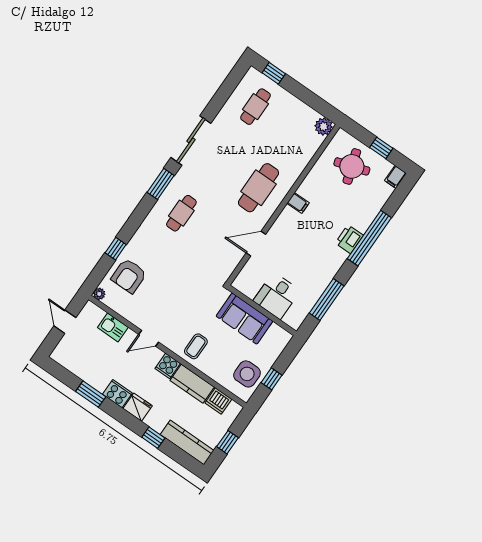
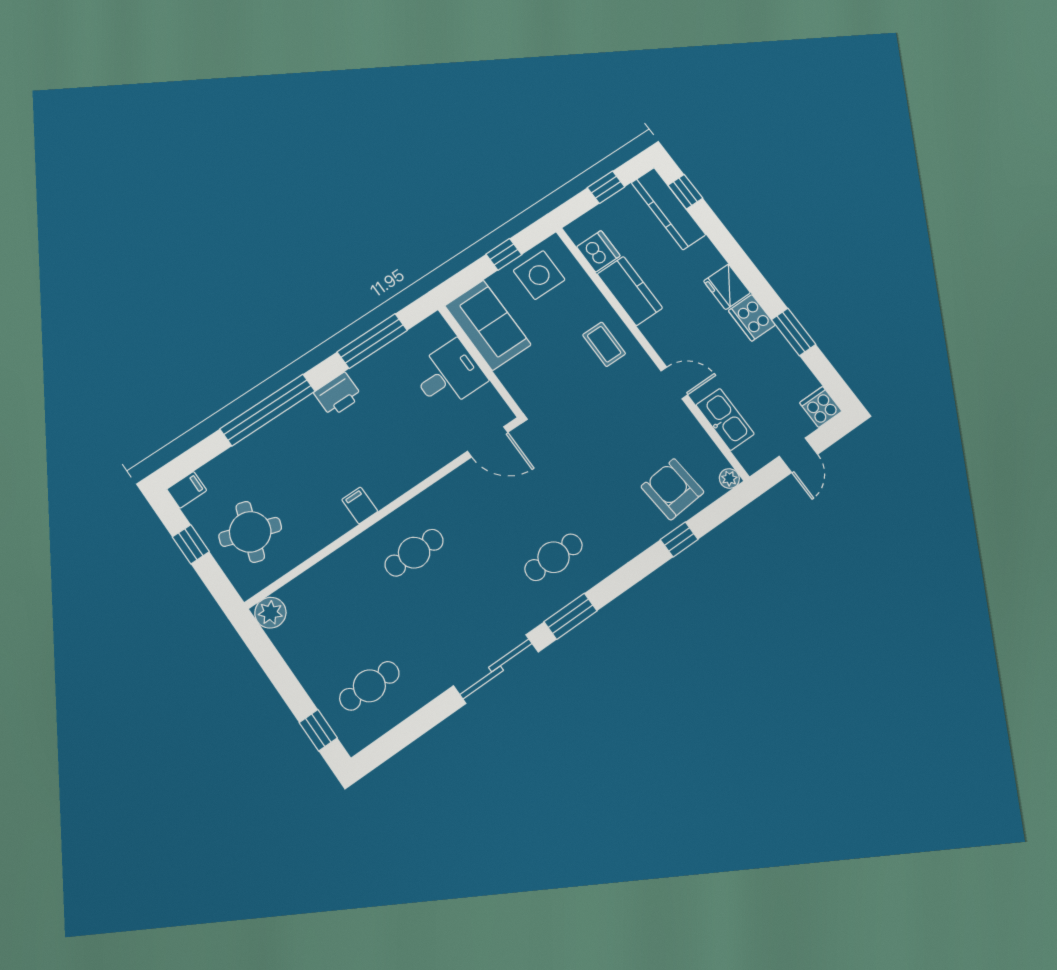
round table: (352, 166) -> (250, 532), turned 37
cafe table: (258, 188) -> (414, 553), width x0.73, depth x0.74
printer: (349, 239) -> (338, 395), moved
door: (256, 244) -> (488, 442), moved
armchair: (129, 276) -> (672, 489), turned -95
sofa: (244, 319) -> (488, 325), moved
kitchen sink: (113, 327) -> (725, 419), width x1.38
coffee table: (196, 346) -> (604, 344), turned 90
cooker: (168, 366) -> (821, 407), moved, turned -90
window: (153, 438) -> (685, 192), moved

